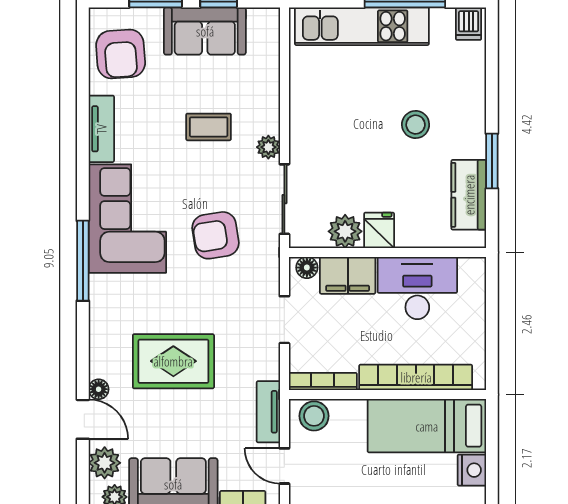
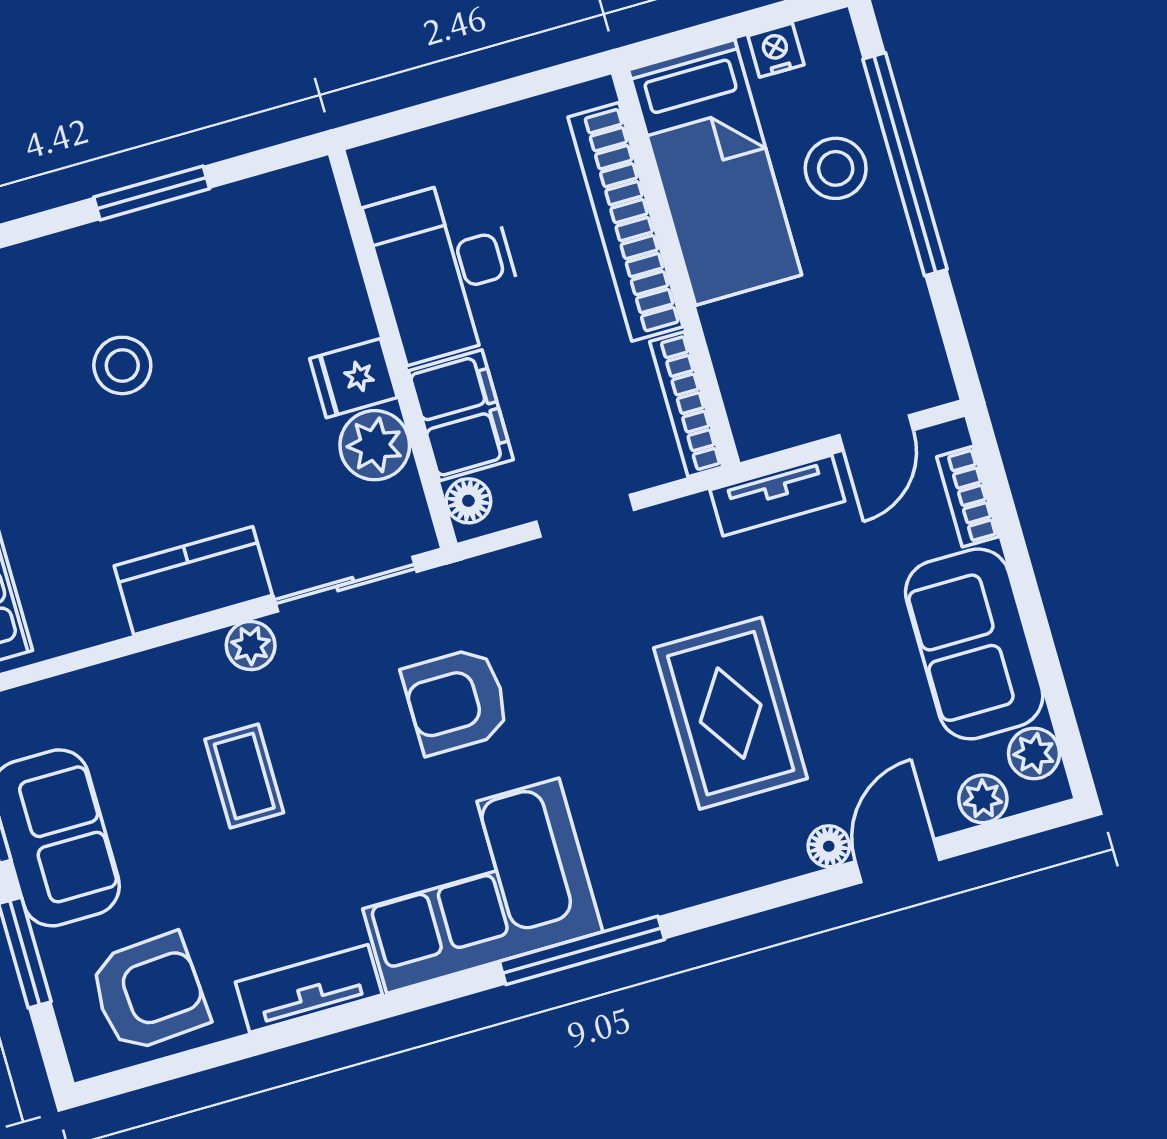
kitchen counter: (469, 195) -> (193, 581), moved, turned 180
armchair: (216, 235) -> (456, 701), turned 99
stool: (314, 416) -> (836, 168), moved
plant: (105, 463) -> (983, 799), width x0.73, depth x0.73
nightstand: (472, 470) -> (776, 50), width x0.72, depth x0.74

